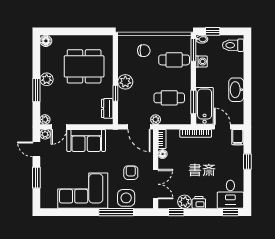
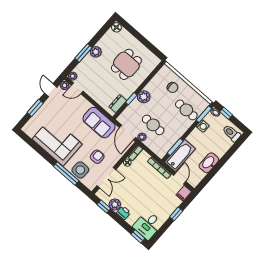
dining table: (84, 66) -> (126, 64), width x0.73
cafe table: (169, 98) -> (153, 125), moved
sofa: (86, 140) -> (99, 123), moved

